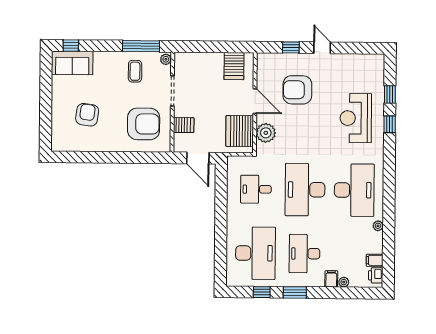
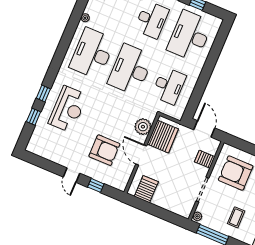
coffee table: (135, 71) -> (236, 217), moved
desk: (256, 189) -> (169, 86), width x1.37
desk: (305, 190) -> (131, 70), turned 180

